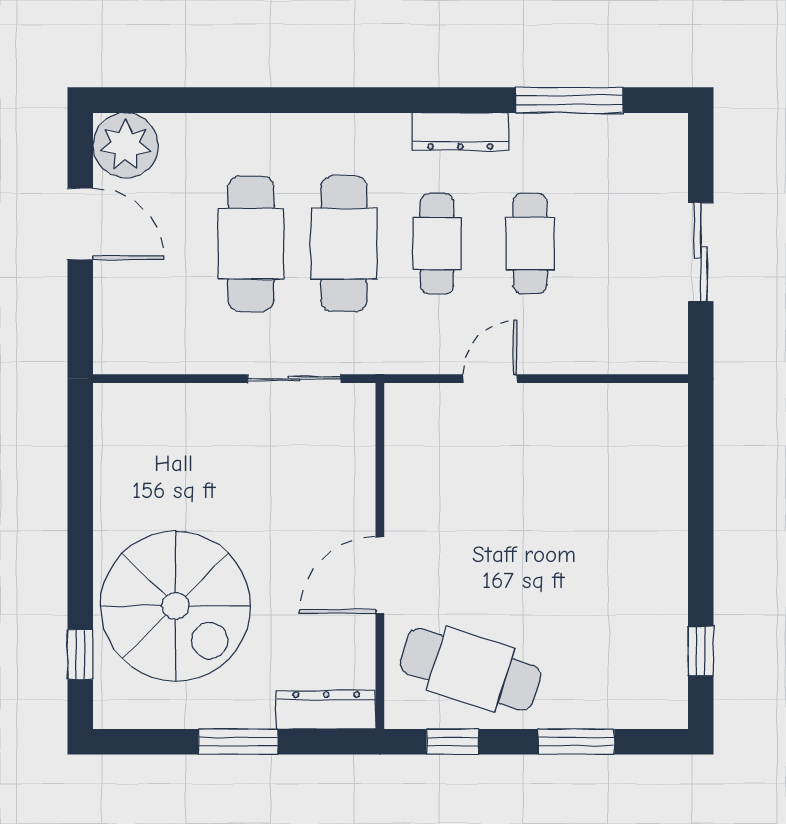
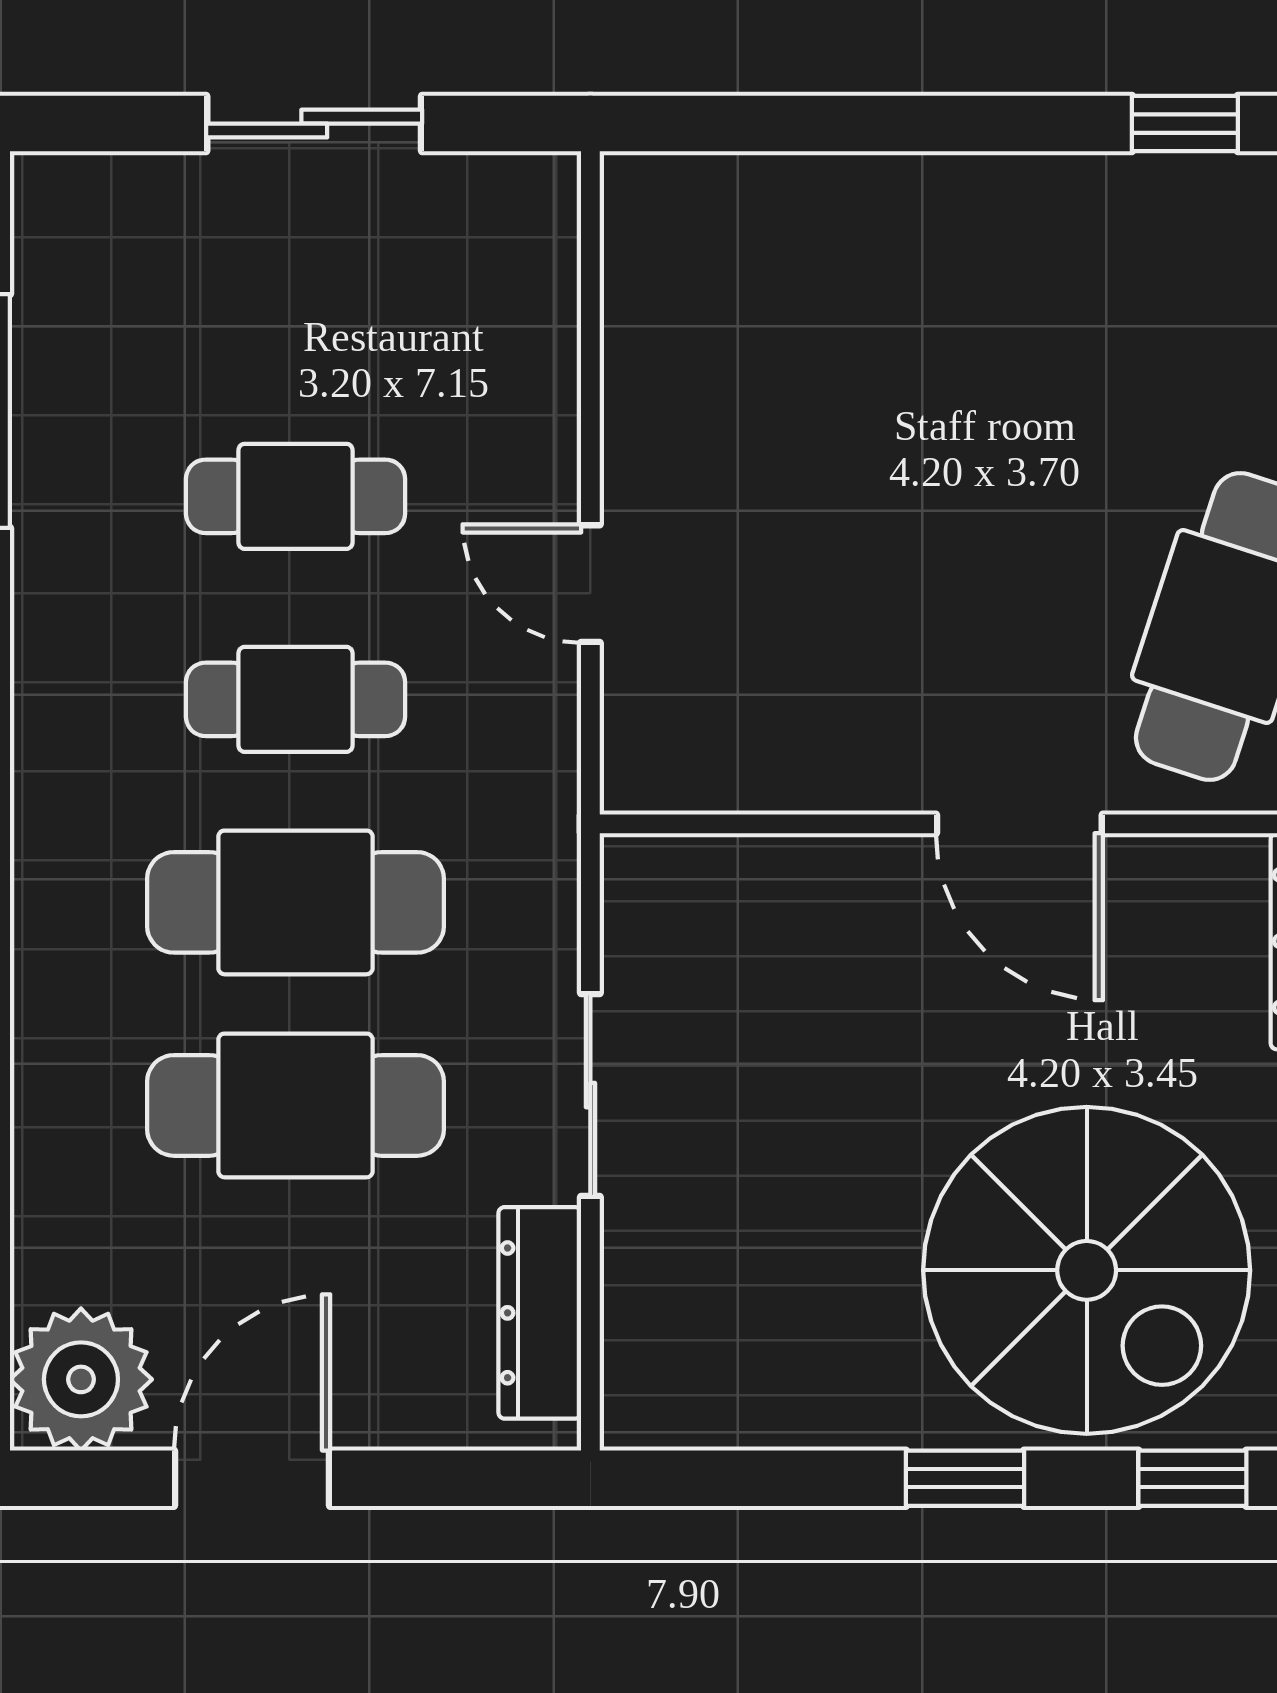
dresser: (460, 132) -> (540, 1313), moved, turned 180
sliding door: (294, 379) -> (590, 1095), moved
window: (80, 550) -> (965, 1478), added
spiral stairs: (175, 606) -> (1087, 1270), turned 90

